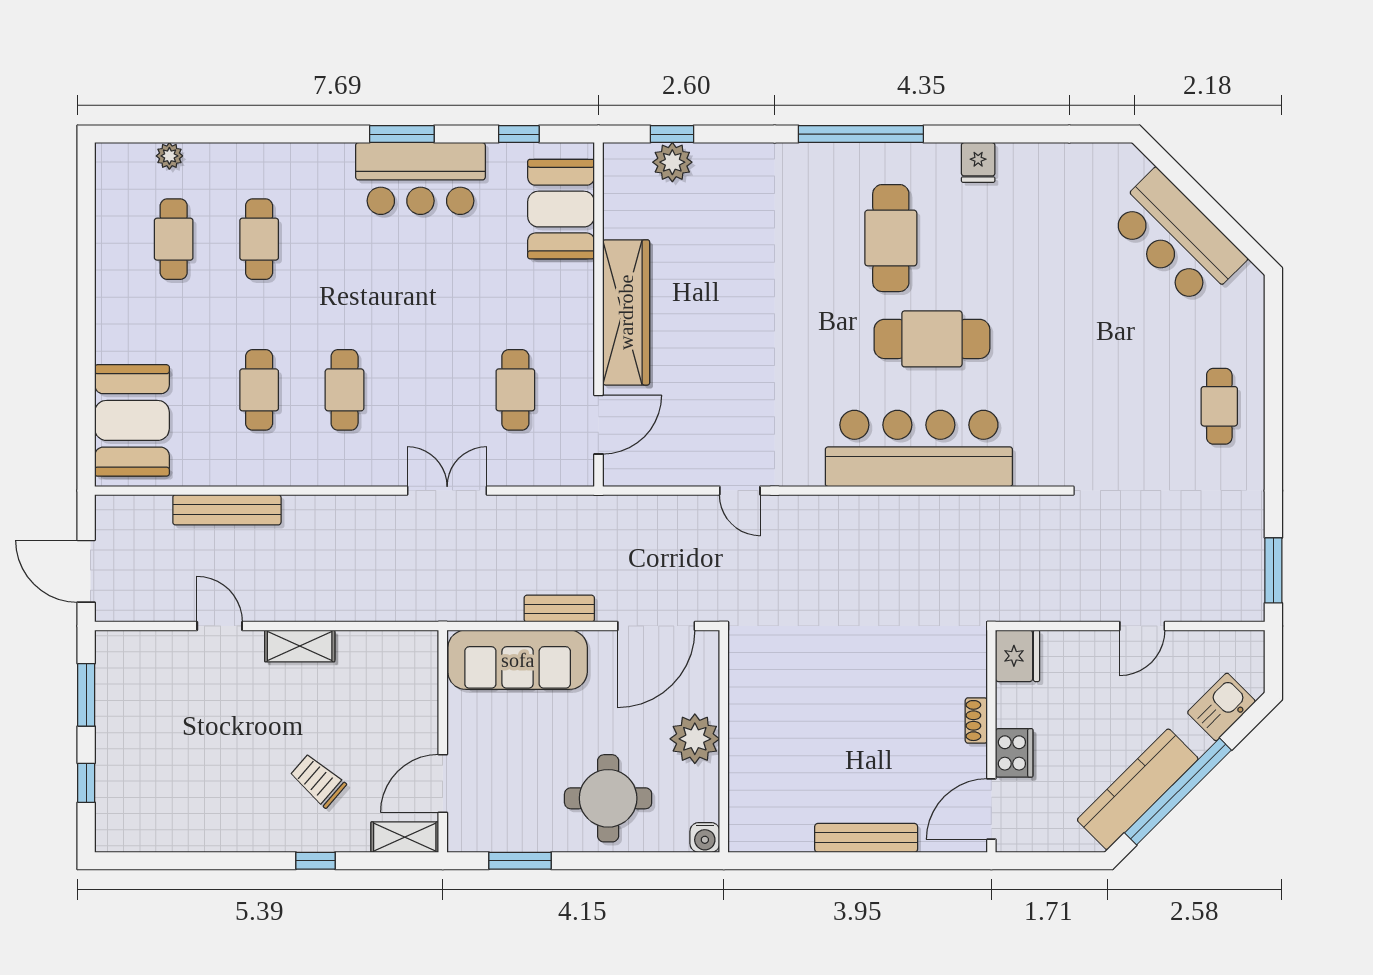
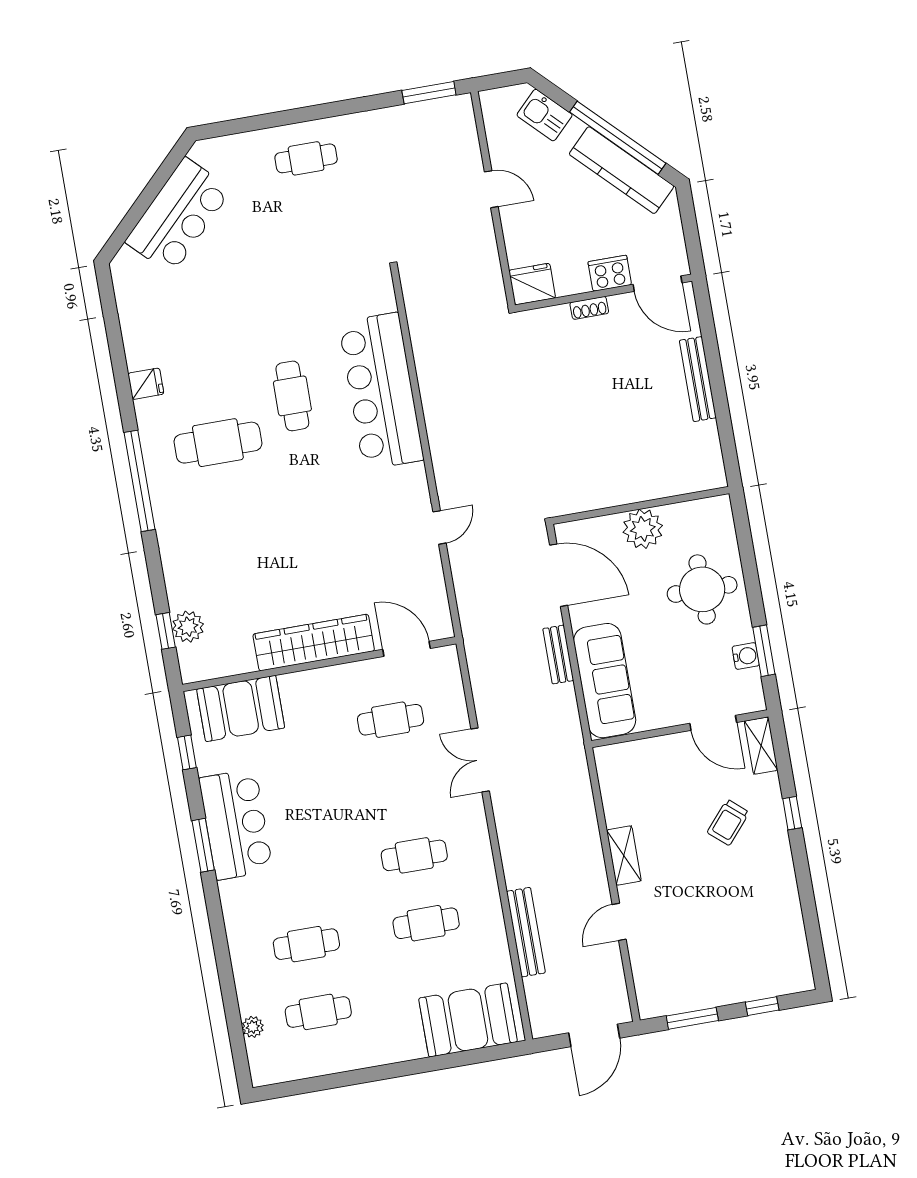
cafe table: (932, 339) -> (292, 396), width x0.73, depth x0.74
water cooler: (705, 837) -> (746, 656), moved

